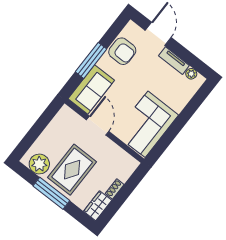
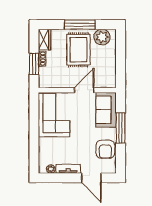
armchair: (122, 51) -> (105, 149), turned -90
door: (98, 126) -> (84, 90), swing flipped
window: (127, 190) -> (34, 64), added

